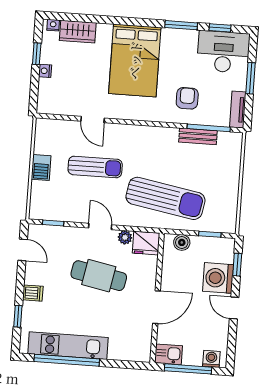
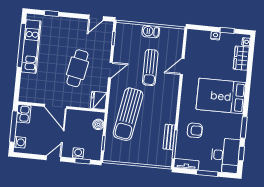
plant: (125, 237) -> (103, 86), removed
washing machine: (218, 278) -> (78, 153), width x0.53, depth x0.53
dishwasher: (33, 293) -> (67, 24), removed

